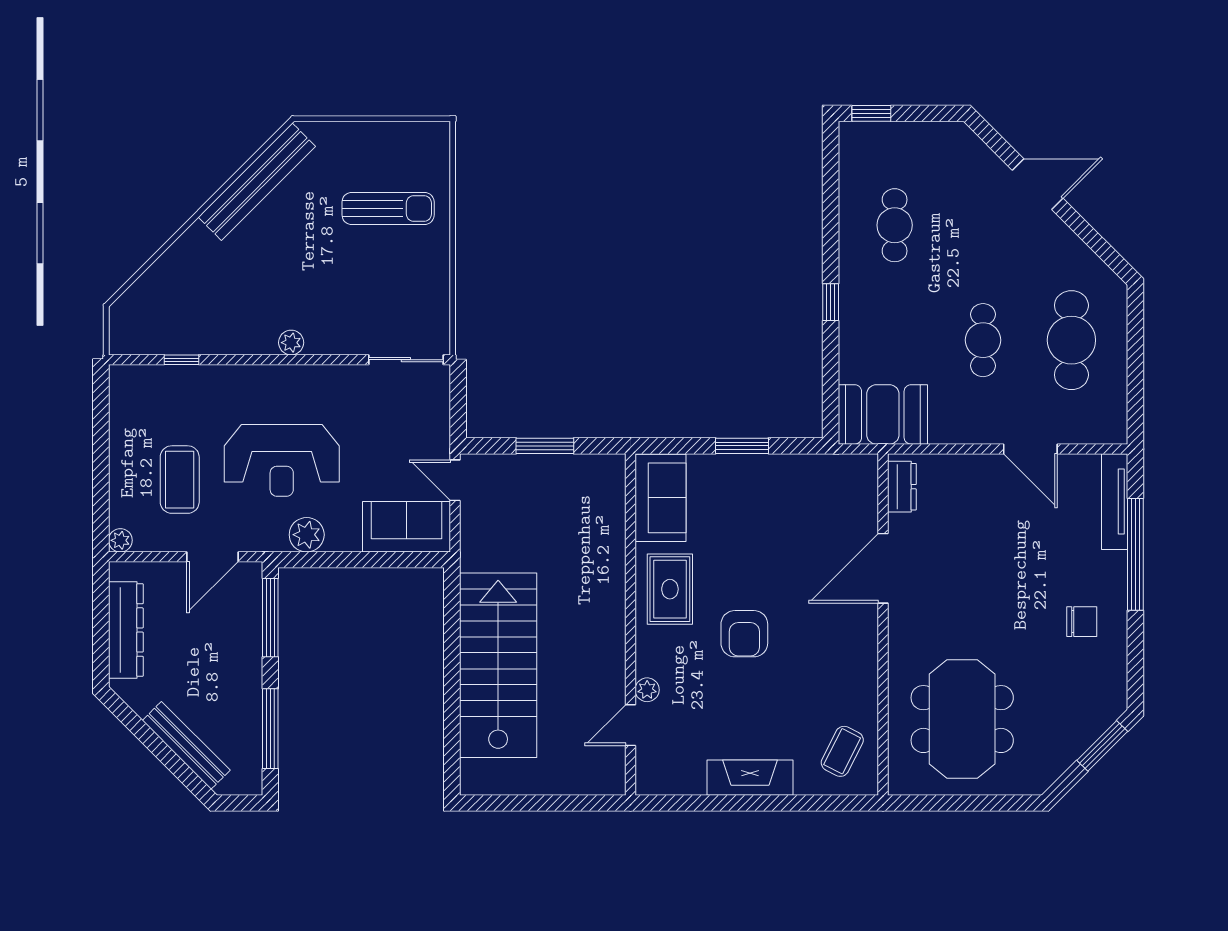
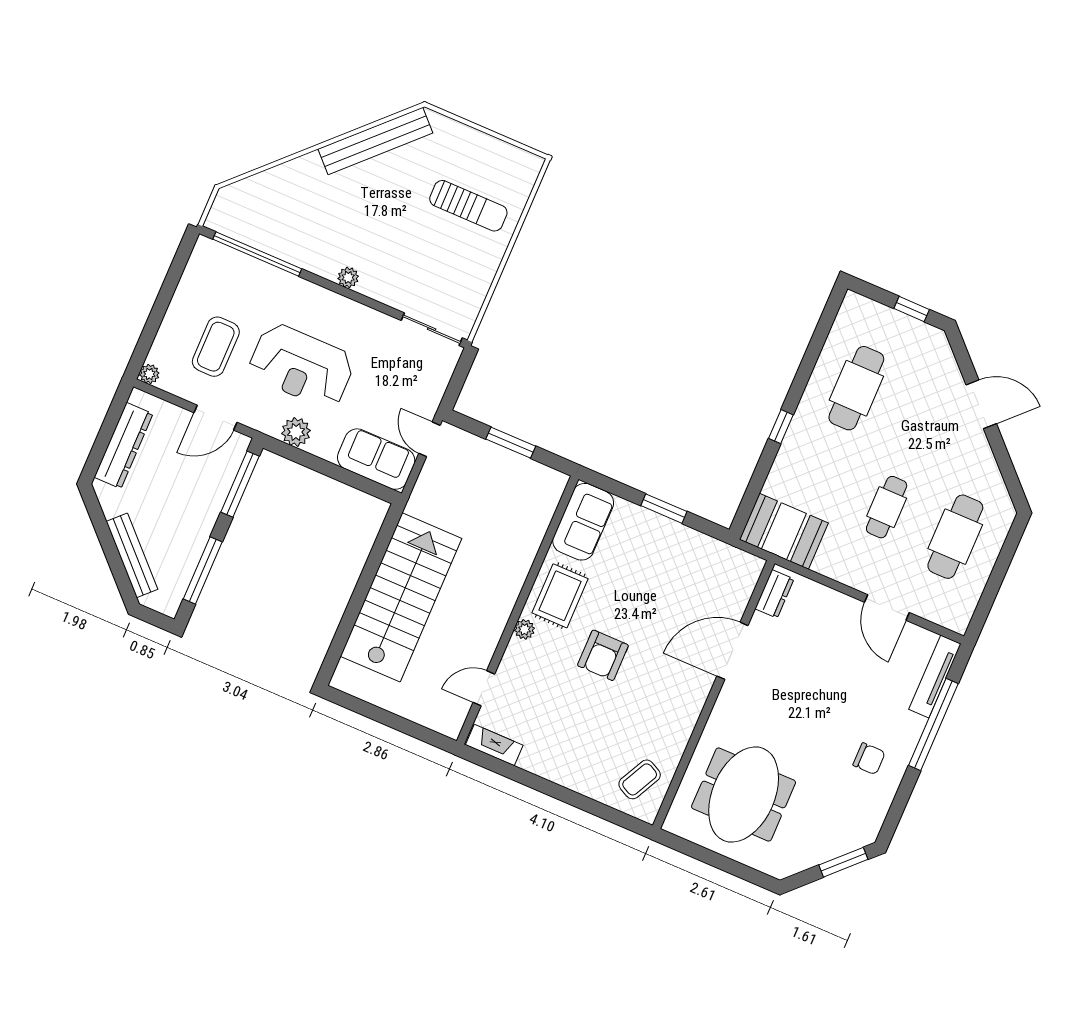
window: (871, 113) -> (912, 309), moved
cafe table: (895, 225) -> (856, 388), width x1.37, depth x1.35
window: (181, 360) -> (257, 254), width x3.17
plant: (647, 690) -> (525, 629), moved
fireplace: (750, 778) -> (494, 745), moved, width x0.73, depth x0.76

